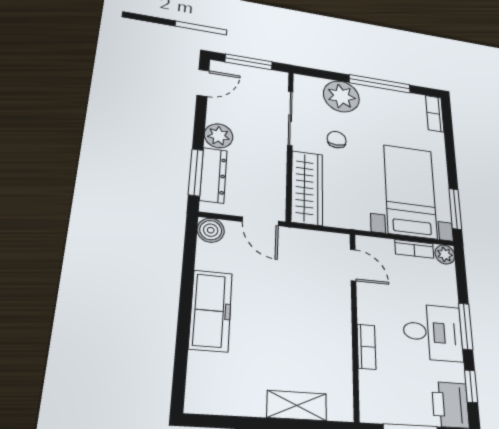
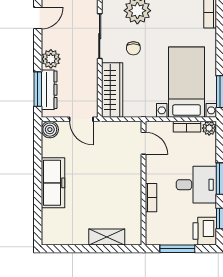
chair: (337, 140) -> (133, 48), turned 180

